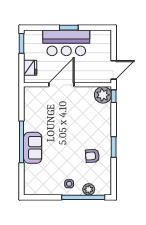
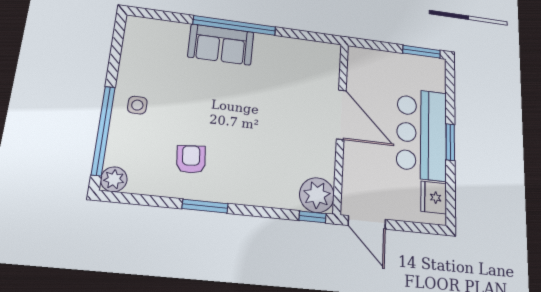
fridge: (30, 68) -> (434, 197), moved, turned 90
plant: (89, 189) -> (114, 179), moved

